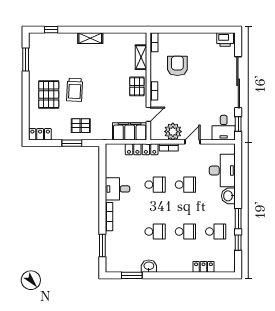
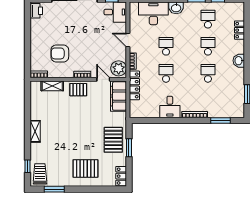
trolley: (75, 90) -> (40, 174), moved, turned -93
pallet: (81, 126) -> (113, 140), width x1.50, depth x1.42
plant: (173, 132) -> (119, 68), moved
washbasin: (149, 266) -> (239, 61), moved

